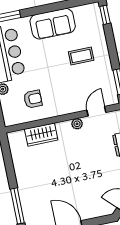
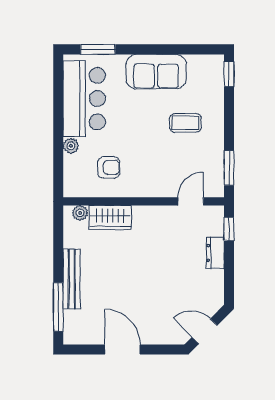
plant: (77, 124) -> (80, 213), moved
bench: (23, 184) -> (72, 279), added

